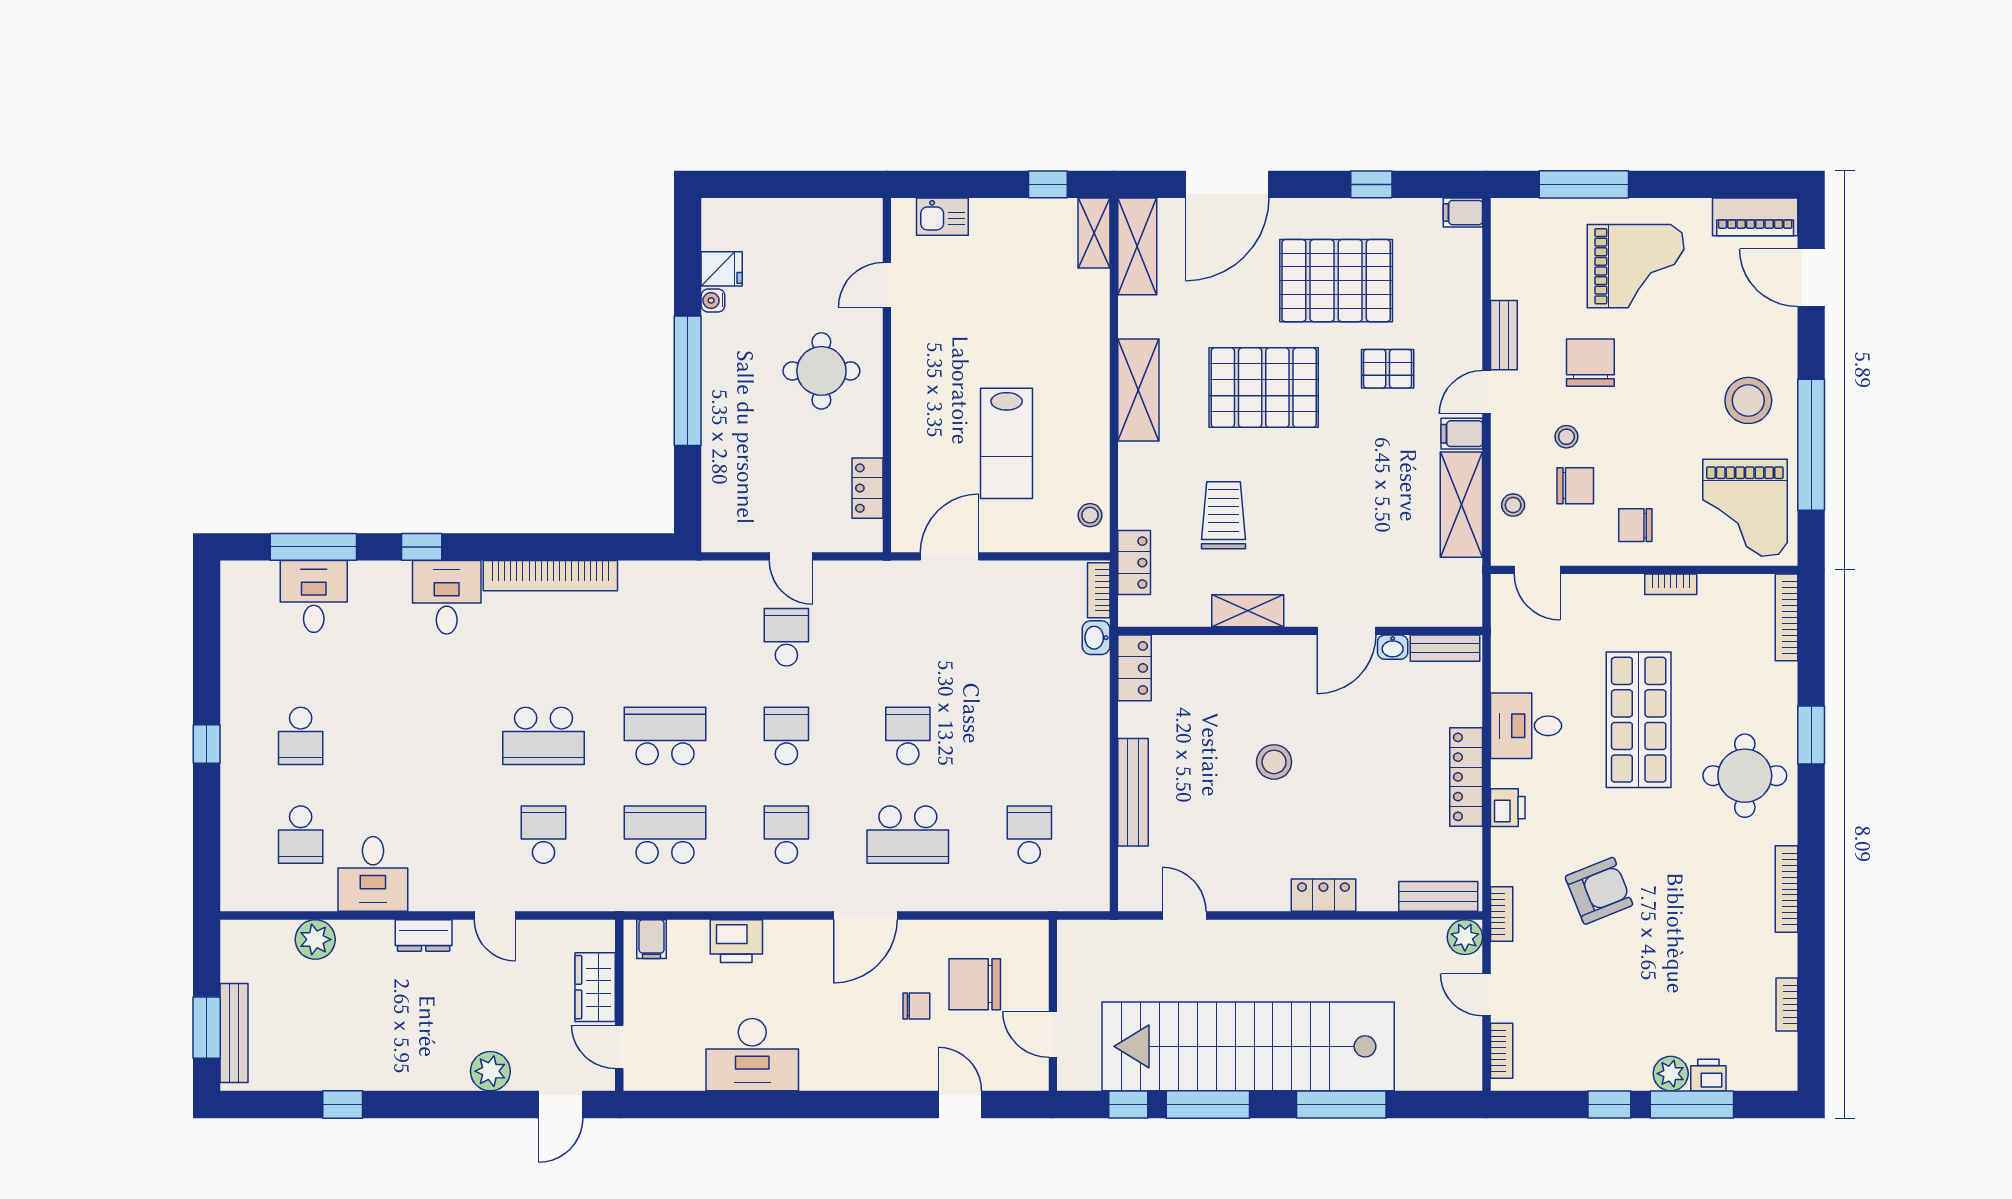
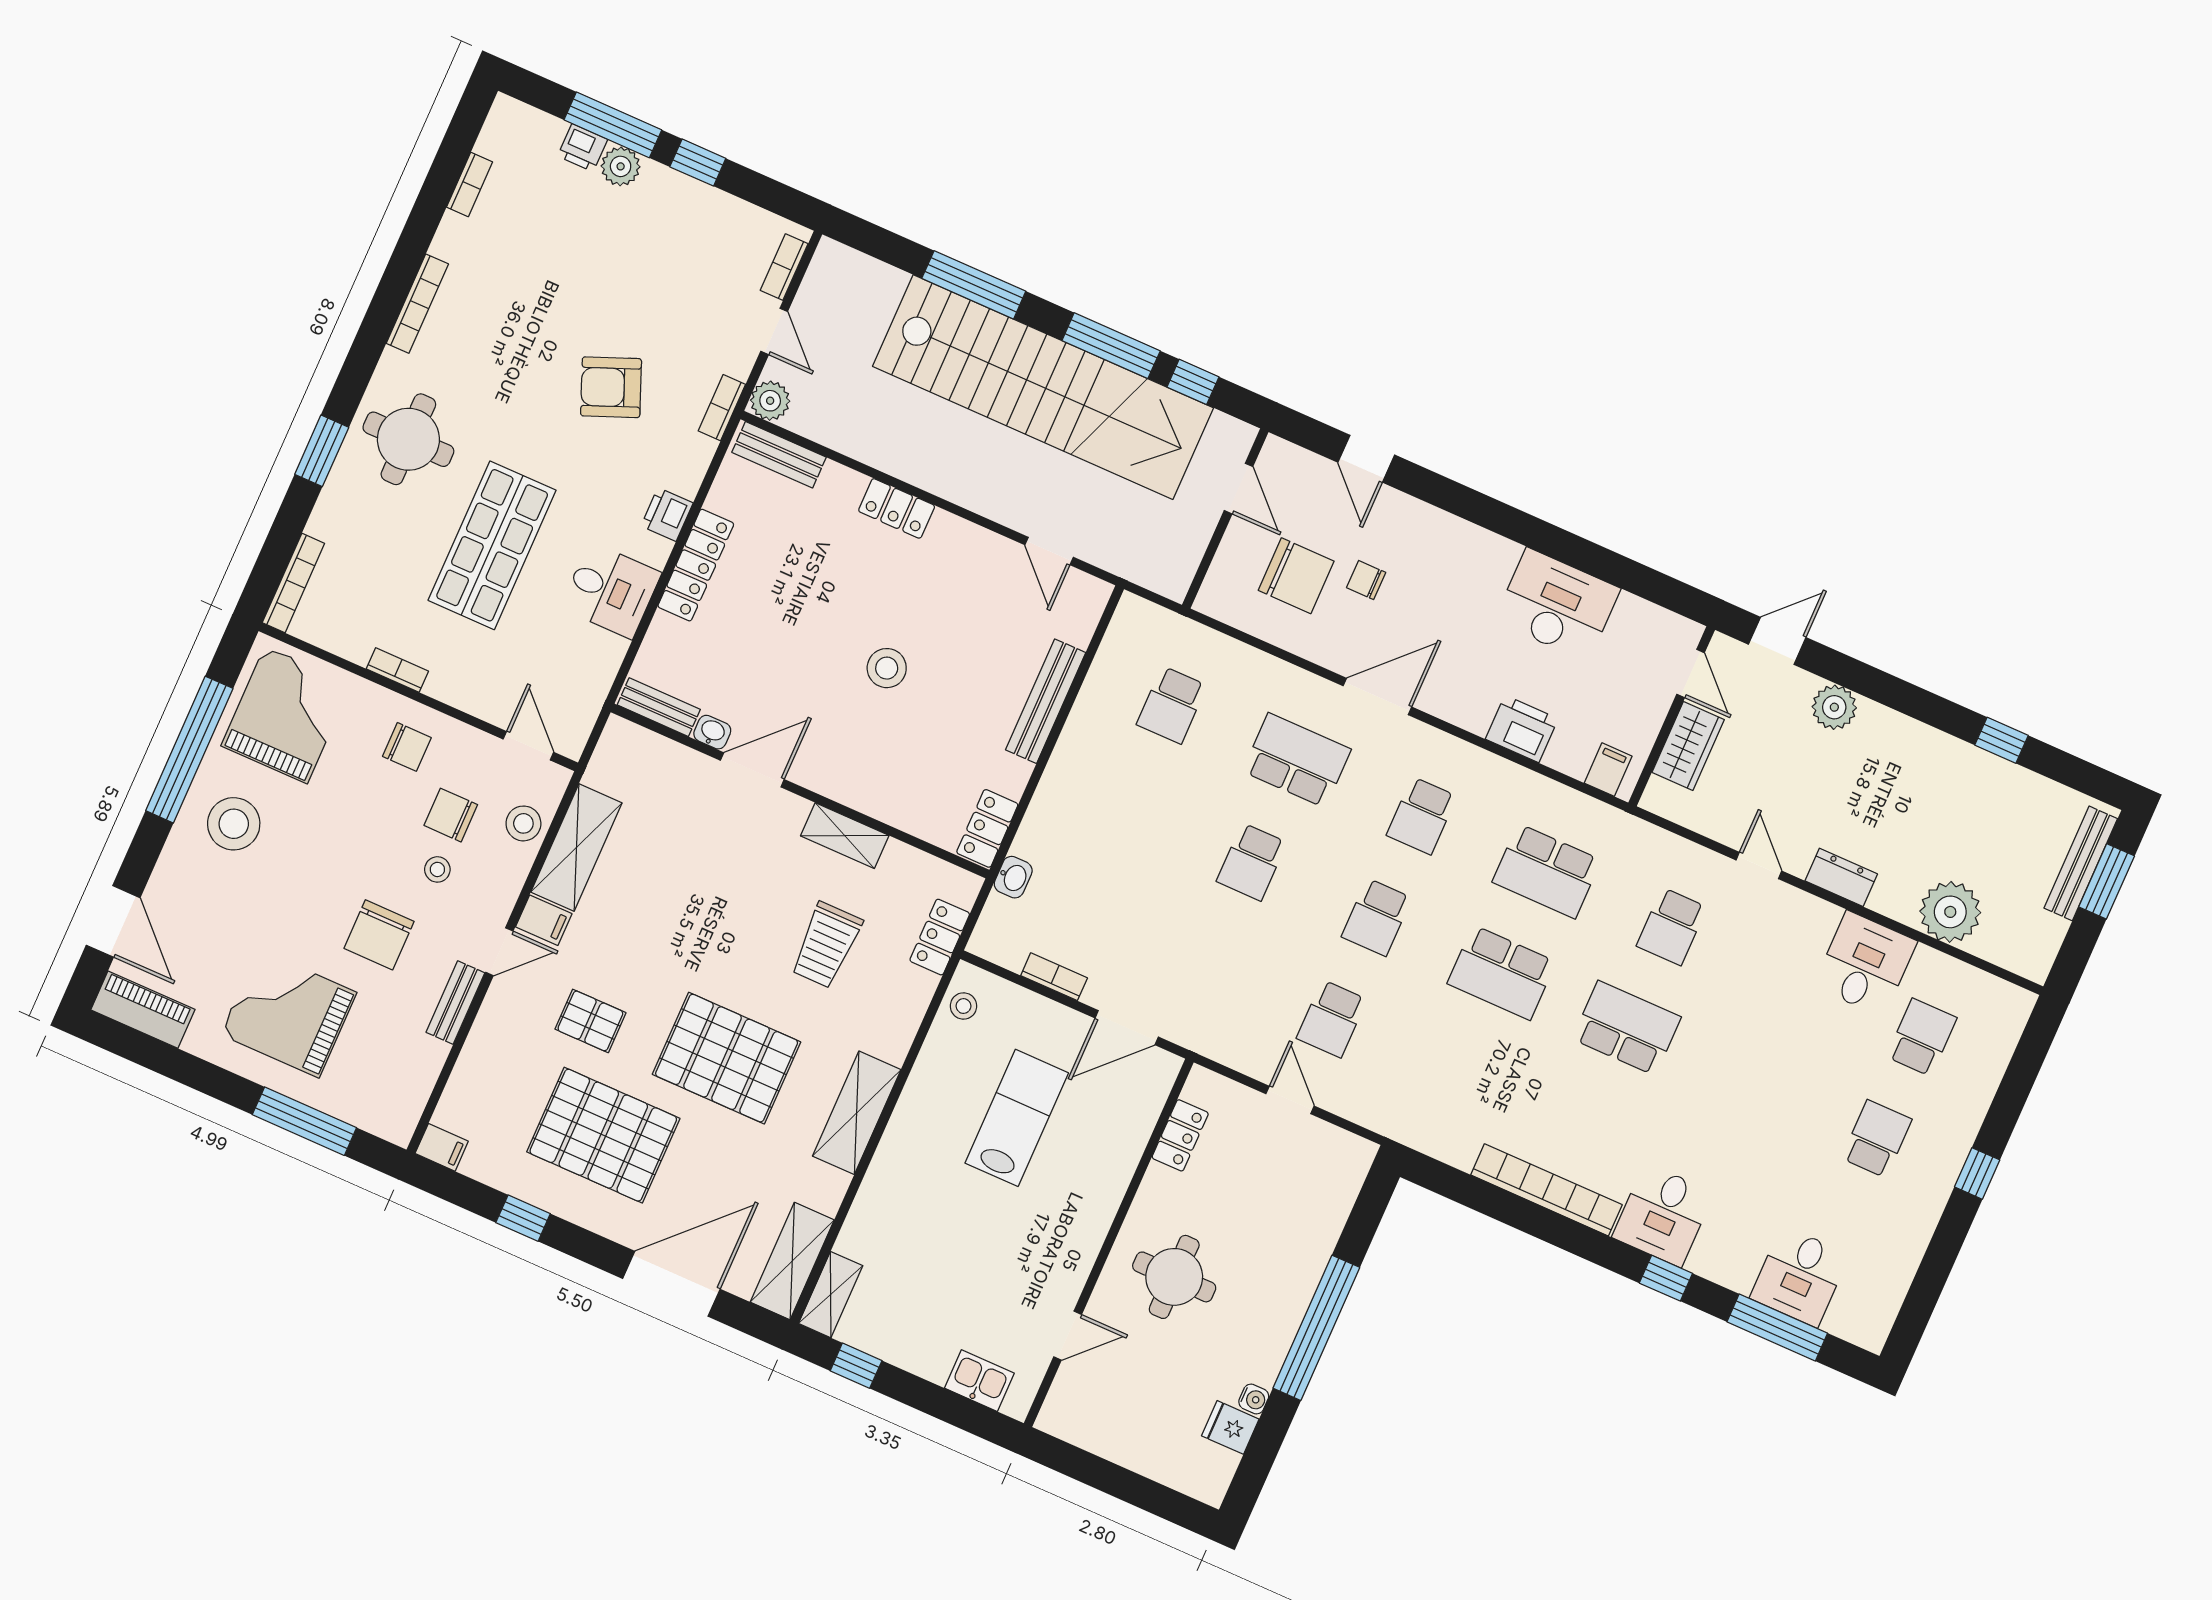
stool: (1513, 505) -> (523, 823), width x1.37, depth x1.37
bookcase: (1099, 590) -> (1054, 977), moved, turned -90
plant: (315, 939) -> (1950, 912), width x1.36, depth x1.36

